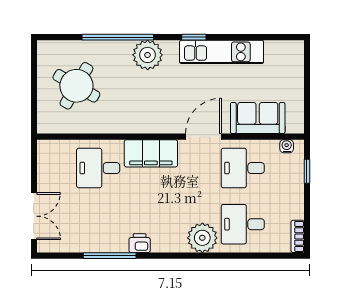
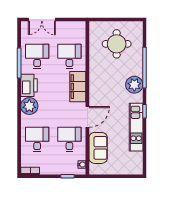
round table: (76, 86) -> (117, 44), turned -30
door: (203, 137) -> (87, 117), hinge flipped
desk: (98, 224) -> (37, 56), added
plant: (202, 238) -> (29, 106), moved
printer: (140, 243) -> (29, 85), width x1.87, depth x1.48

